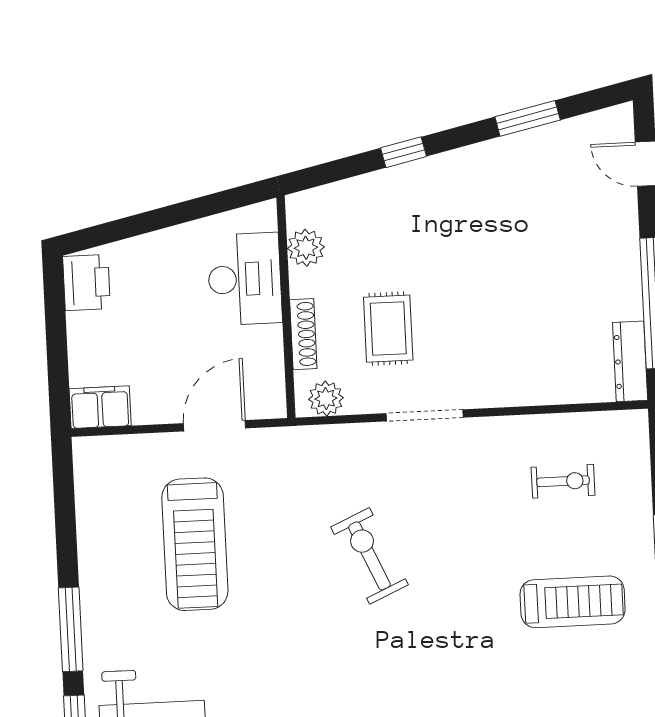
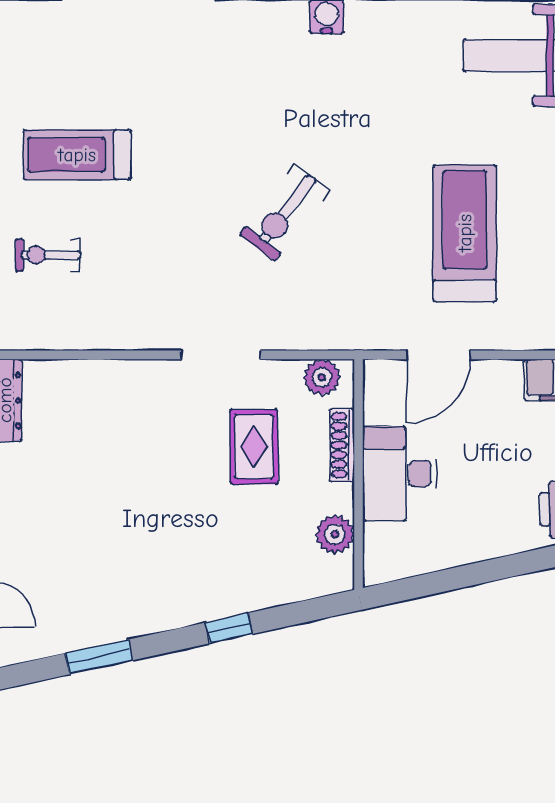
desk: (245, 279) -> (400, 474), moved
exercise bike: (563, 481) -> (48, 255), moved
exercise bike: (369, 556) -> (285, 213), turned 62

